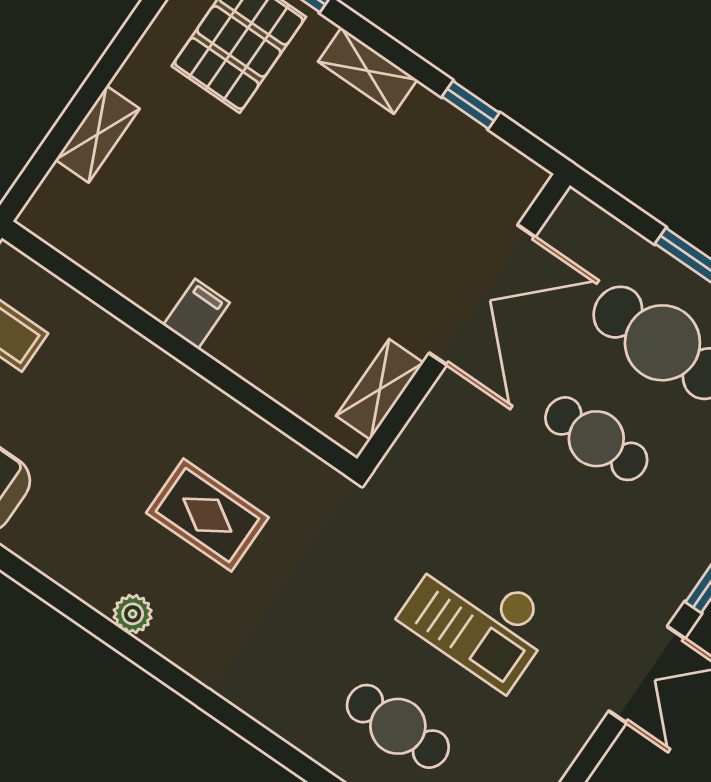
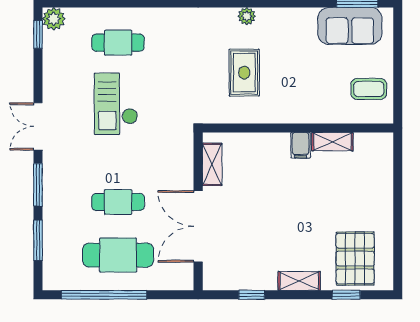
shelving: (98, 134) -> (332, 142), moved, turned 90
rug: (207, 515) -> (244, 73), turned 90
checkout: (478, 618) -> (116, 104), turned -90

